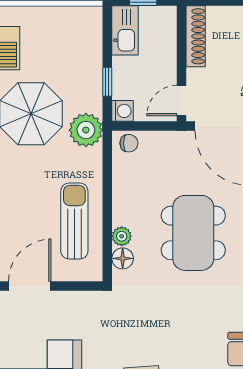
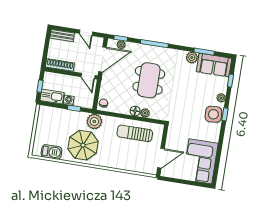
washing machine: (123, 111) -> (69, 100), moved
dining table: (193, 233) -> (149, 80), turned 90
floor lamp: (123, 258) -> (135, 111), moved
door: (30, 286) -> (161, 158), swing flipped

